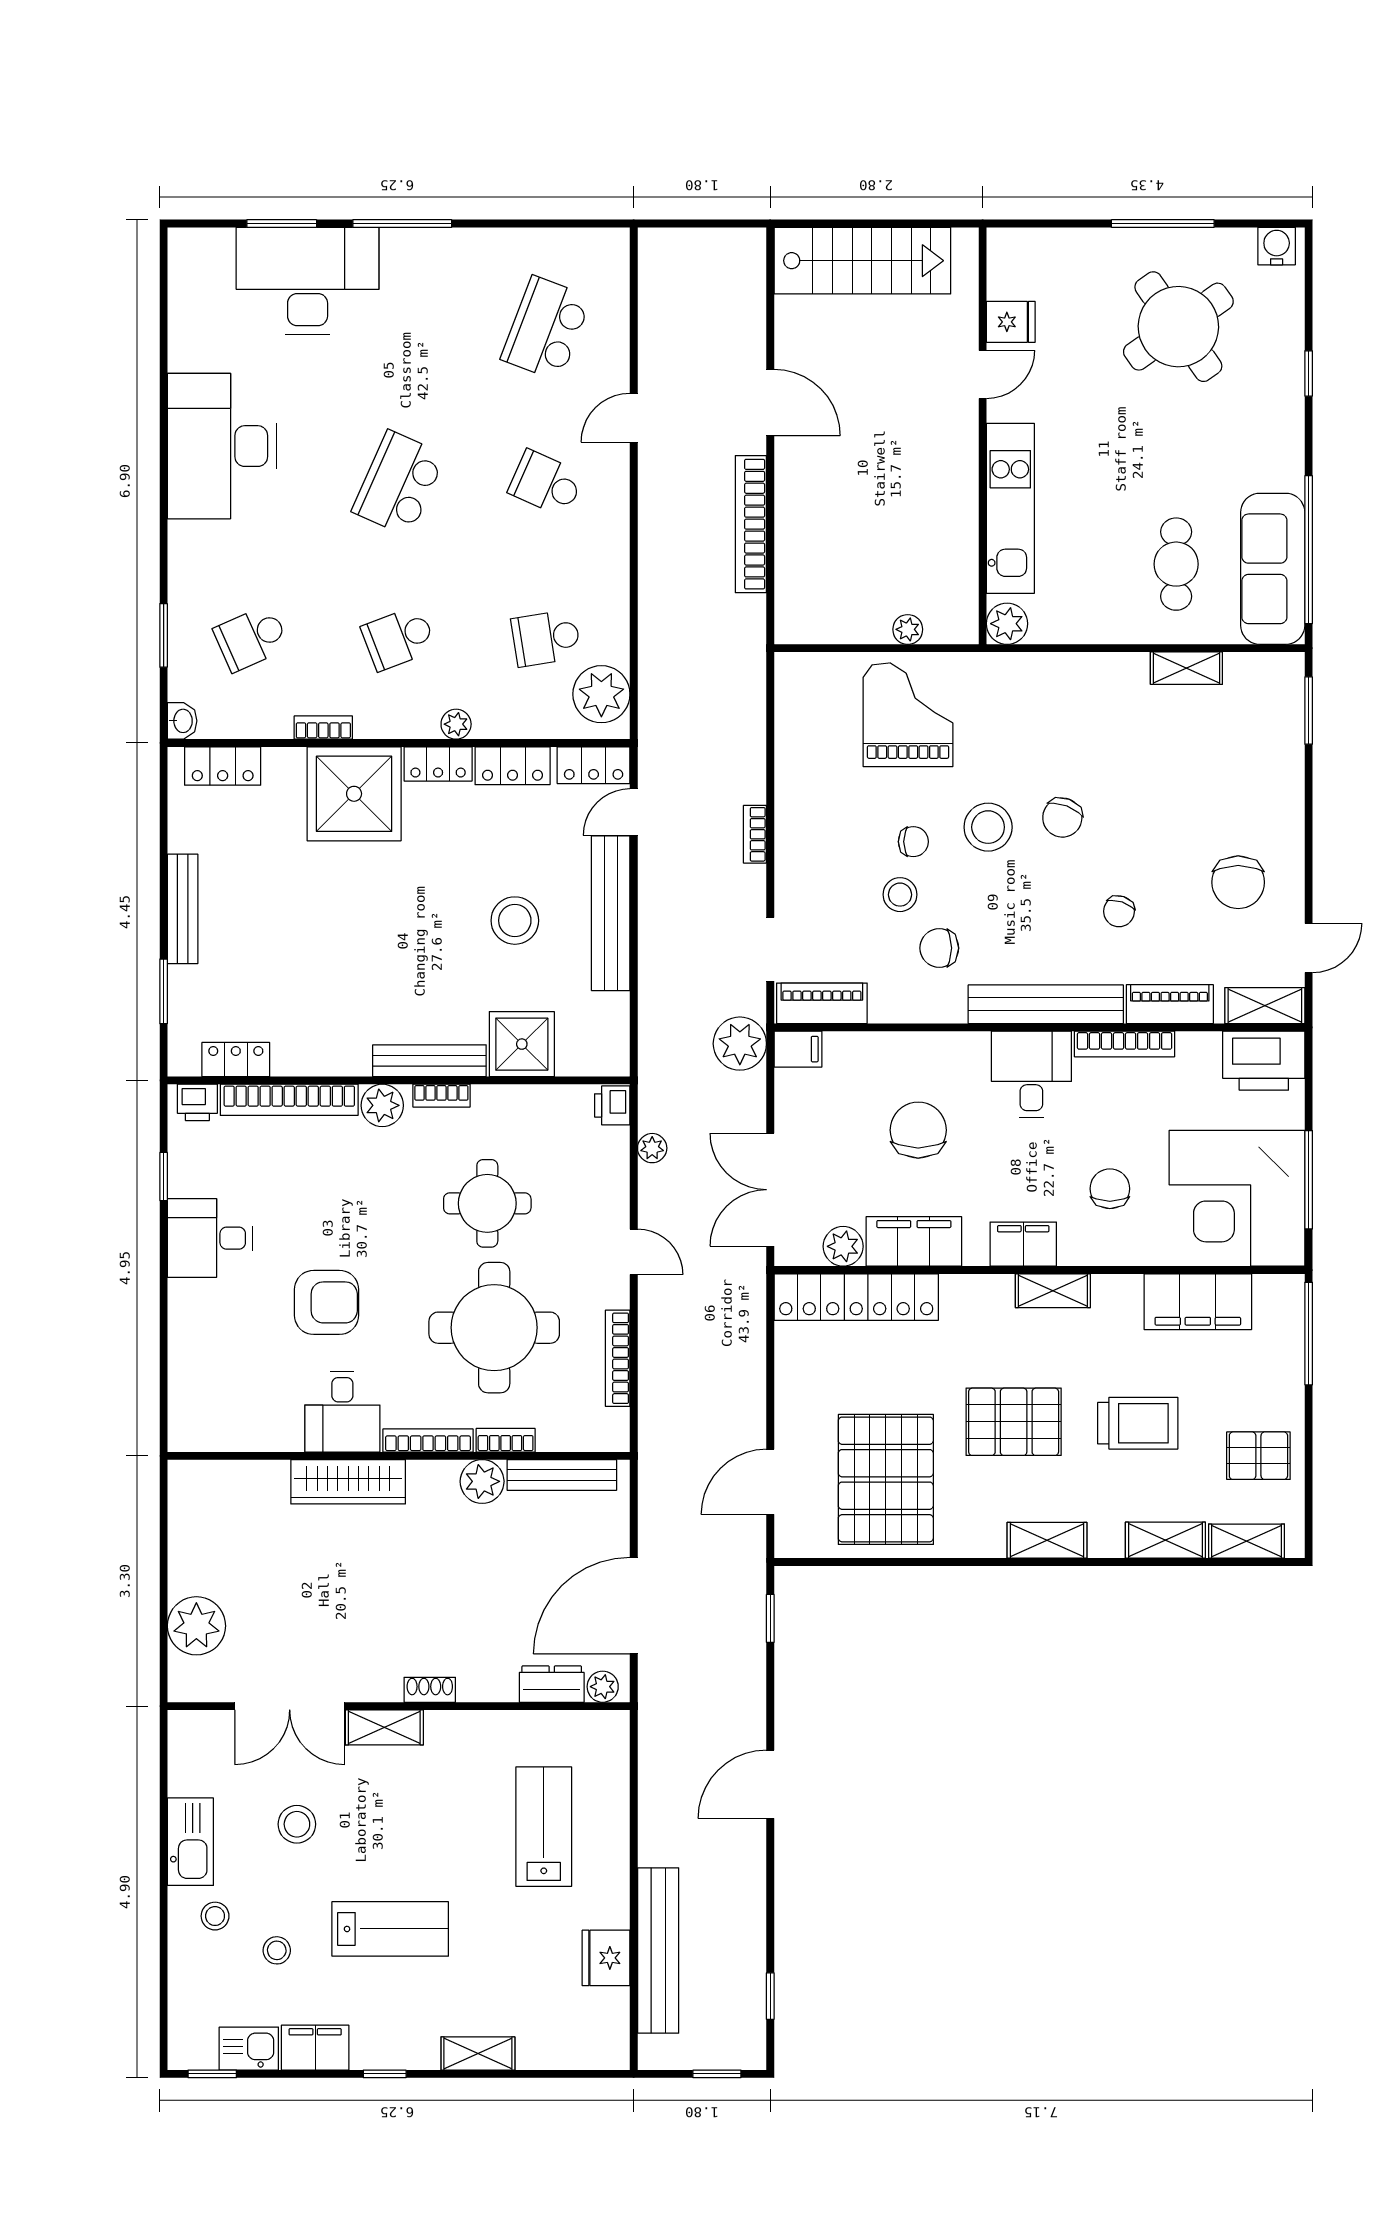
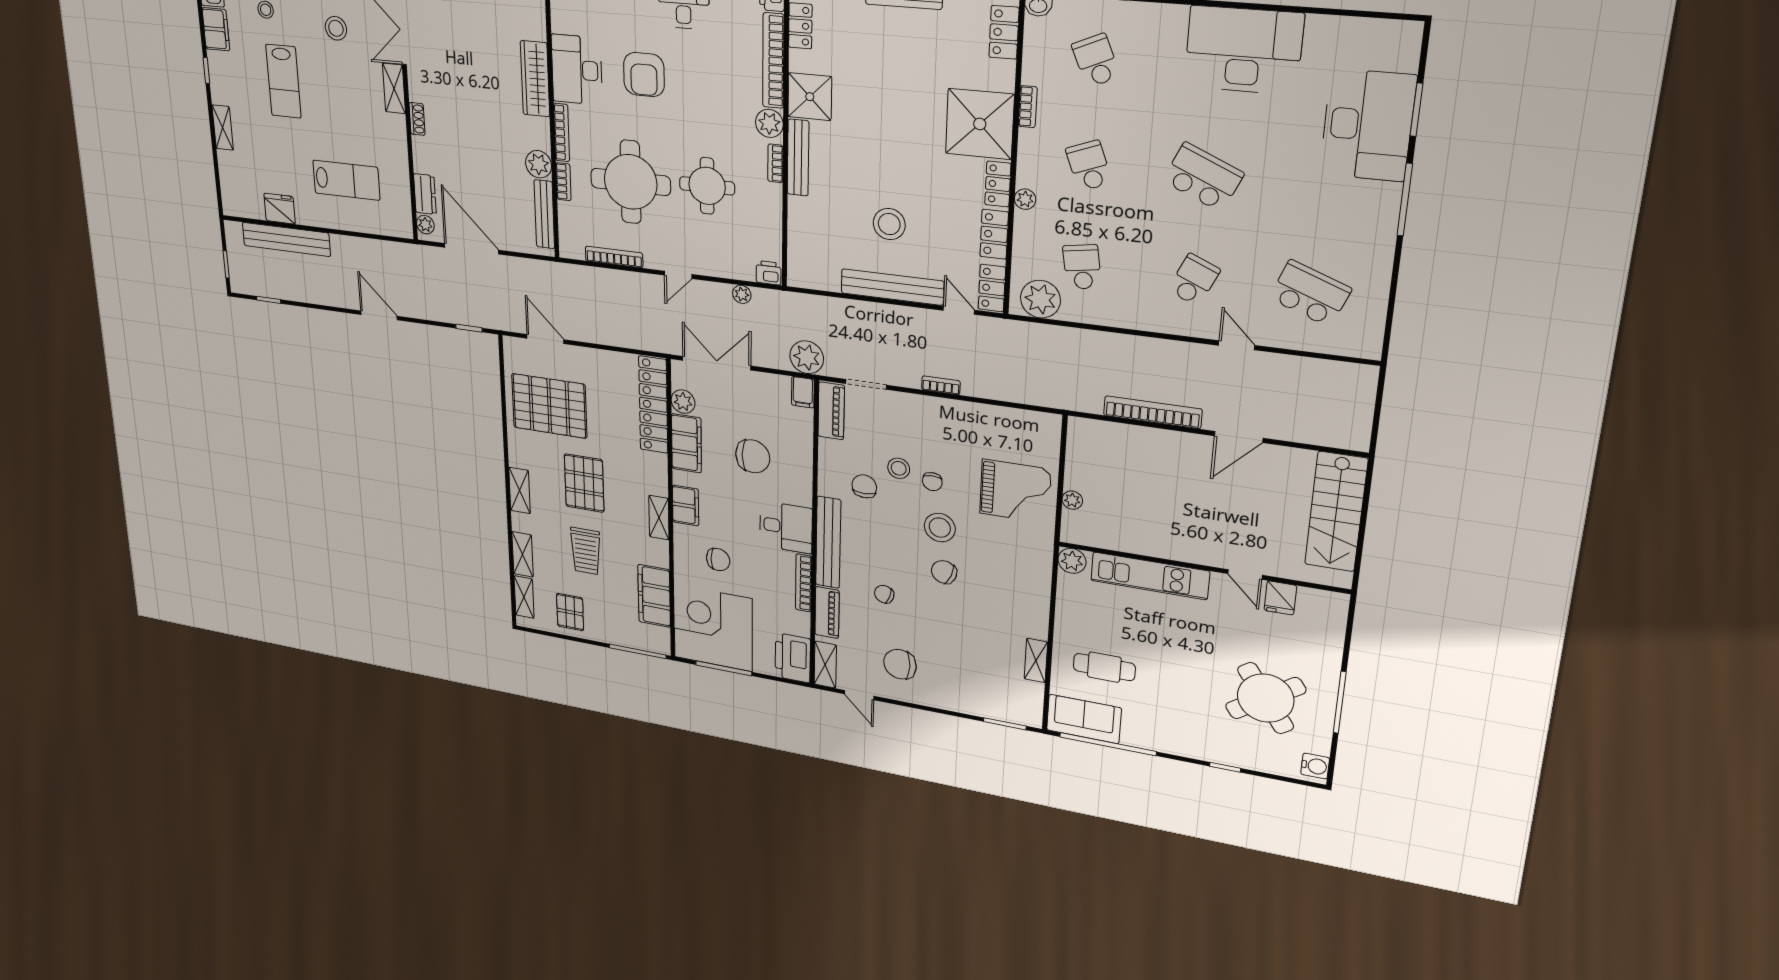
sofa: (1273, 569) -> (1084, 719), width x0.73
shower: (522, 1044) -> (810, 97), moved
desk: (342, 1412) -> (577, 70), width x1.37

